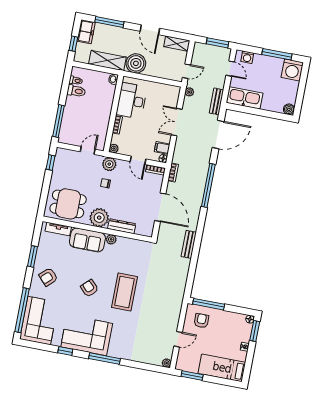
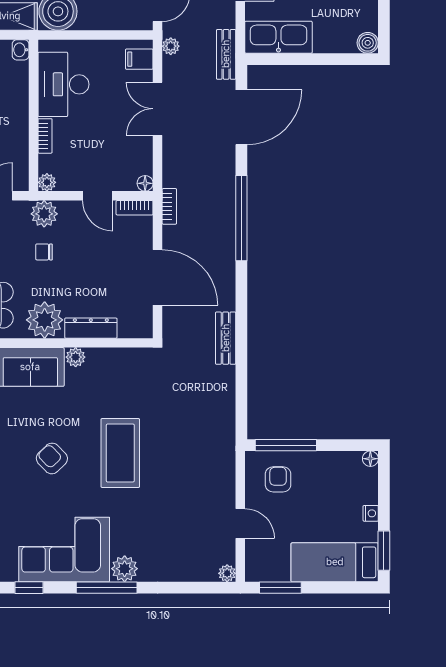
filing cabinet: (162, 148) -> (139, 59), moved
window: (255, 331) -> (384, 551), moved
door: (178, 339) -> (240, 524), hinge flipped
plant: (115, 351) -> (125, 569), added

